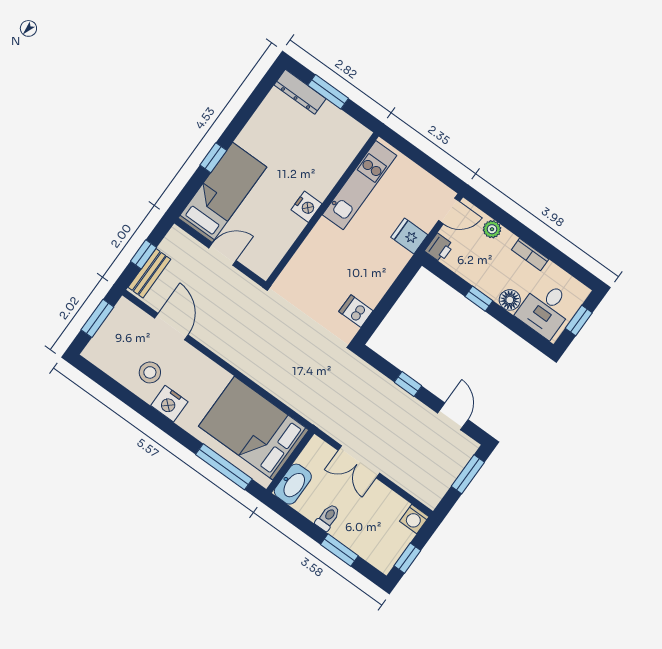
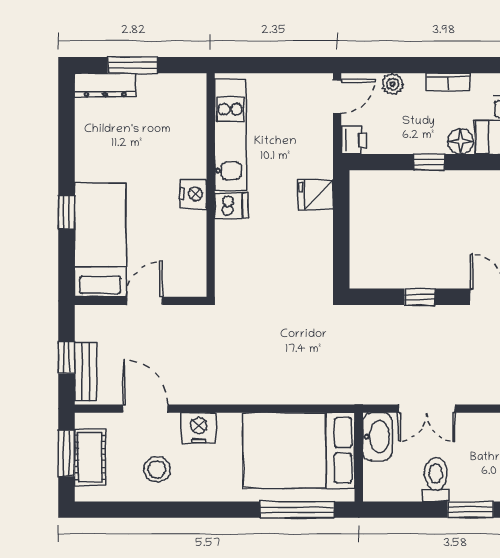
fridge: (409, 236) -> (316, 195), moved
dishwasher: (356, 311) -> (231, 206), moved, turned 180
cot: (111, 332) -> (90, 457), added
nightstand: (169, 404) -> (199, 428), moved, turned 180
washbasin: (293, 484) -> (377, 437), moved
toilet: (328, 517) -> (436, 480), width x1.37, depth x1.39

